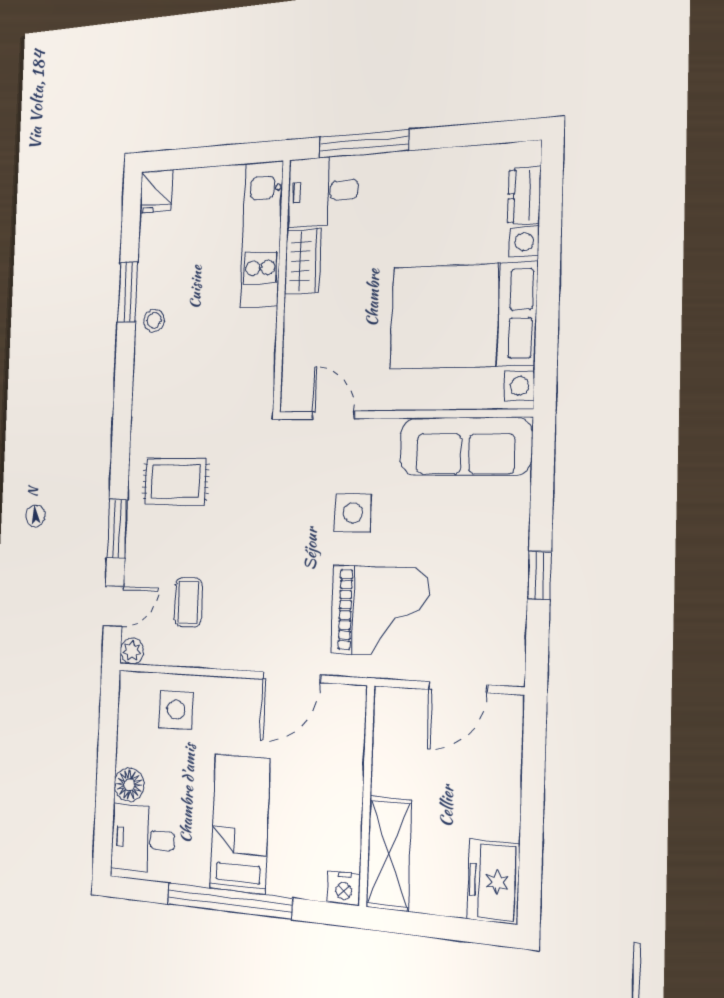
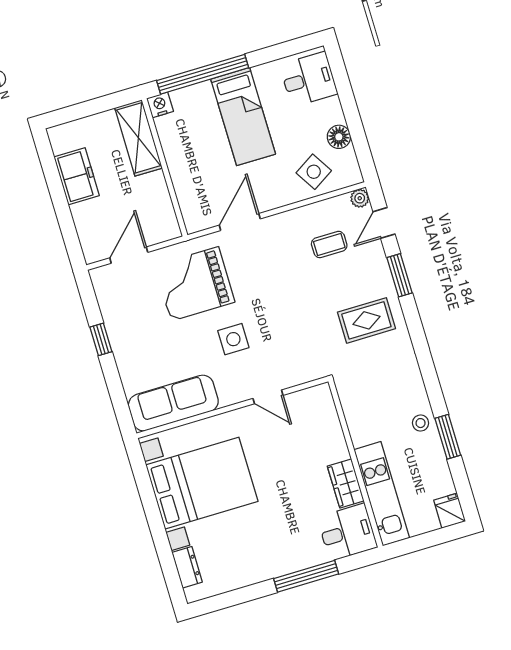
desk: (323, 191) -> (347, 532), moved
kitchen unit: (262, 234) -> (382, 494), moved
wardrobe: (303, 261) -> (346, 483), moved
wall: (282, 286) -> (356, 464), moved
coffee table: (188, 602) -> (329, 245), turned 90
side table: (176, 710) -> (314, 172), turned -32
floor lamp: (129, 785) -> (339, 137), moved
freezer: (493, 882) -> (77, 176), moved
window: (230, 901) -> (203, 74), moved

